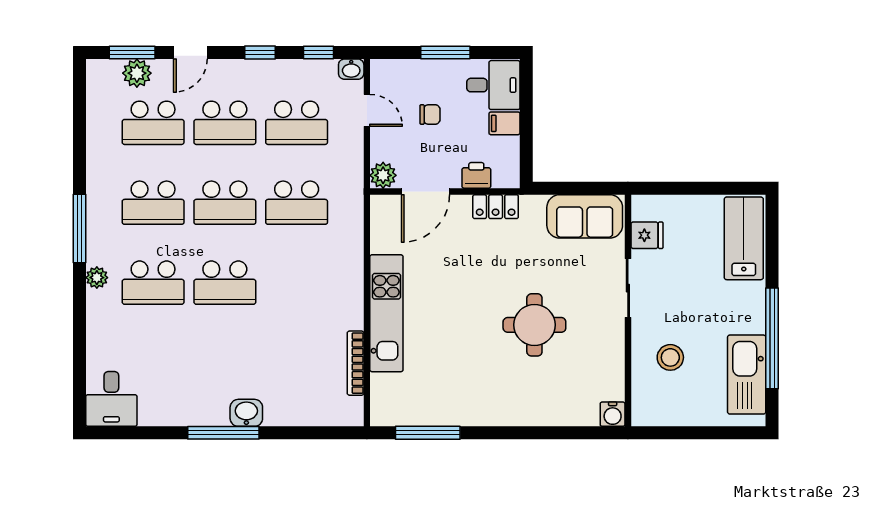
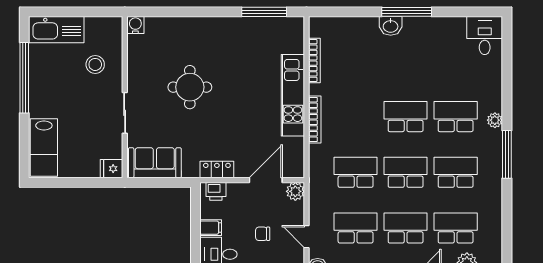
printer: (476, 175) -> (216, 191), moved
fridge: (647, 235) -> (111, 169), moved
bookcase: (355, 278) -> (315, 119), added
kitchen sink: (747, 375) -> (56, 30), moved, turned 90

